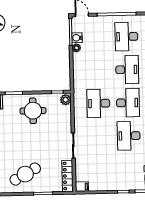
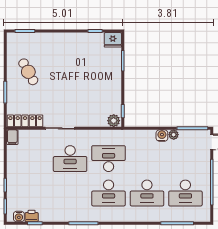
desk: (126, 37) -> (185, 193), turned 180
water cooler: (77, 38) -> (162, 136), moved
round table: (33, 111) -> (102, 82), removed
desk: (129, 136) -> (70, 159), moved, turned 180
cafe table: (25, 174) -> (28, 72), width x0.73, depth x0.74

